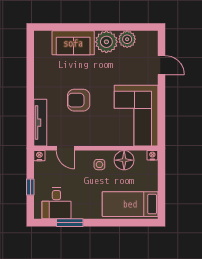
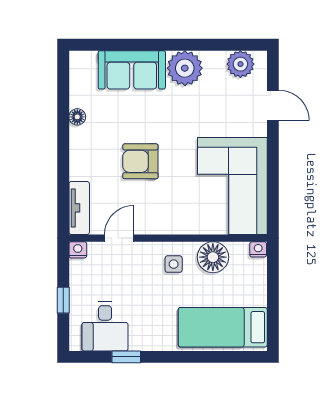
plant: (127, 39) -> (240, 64), moved
floor lamp: (39, 72) -> (77, 117), added
tv unit: (40, 123) -> (79, 208), width x0.71
door: (65, 148) -> (119, 238), swing flipped
window: (70, 223) -> (126, 357), width x0.67

